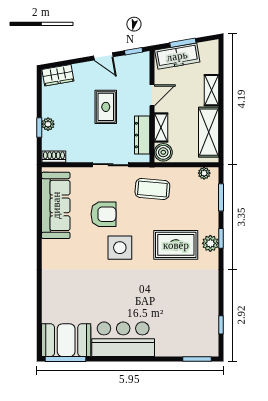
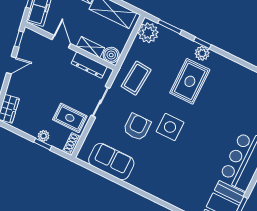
rug: (106, 107) -> (70, 118), moved
plant: (204, 173) -> (148, 33), width x1.88, depth x1.88
sofa: (56, 205) -> (111, 162), width x0.73

